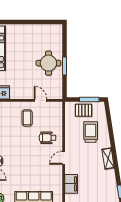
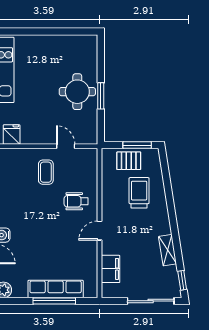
shelving: (108, 158) -> (168, 250), moved

